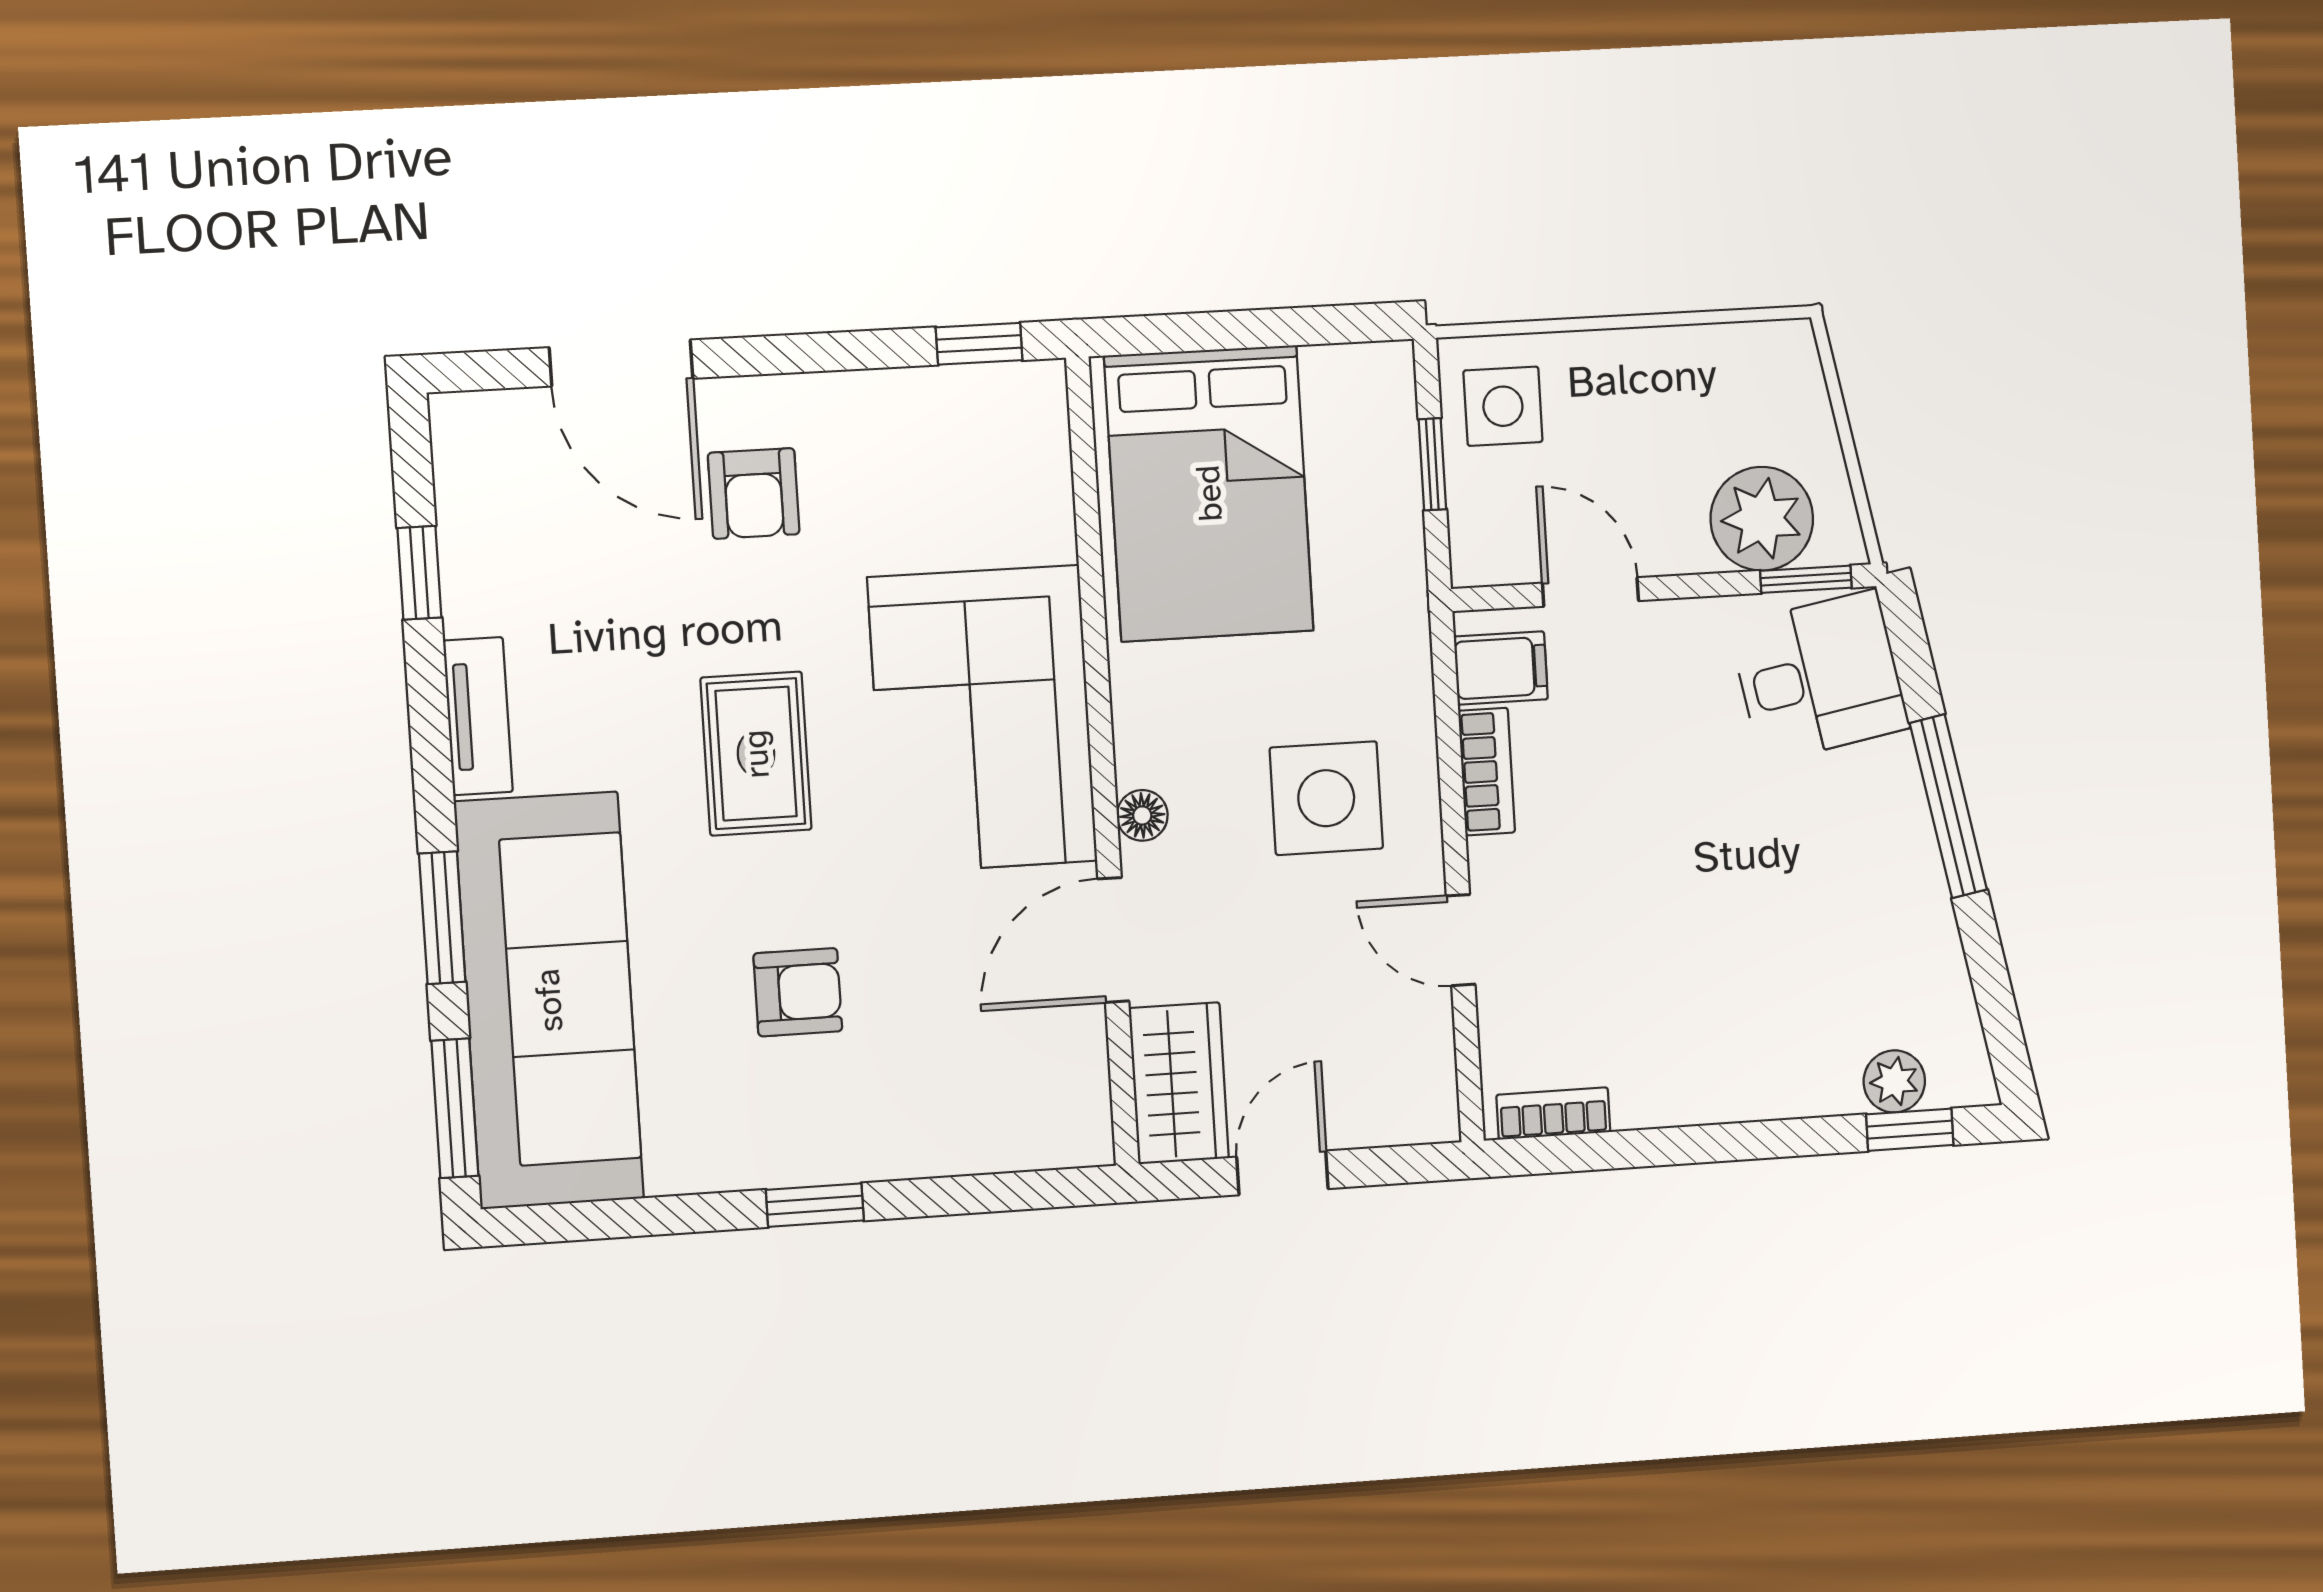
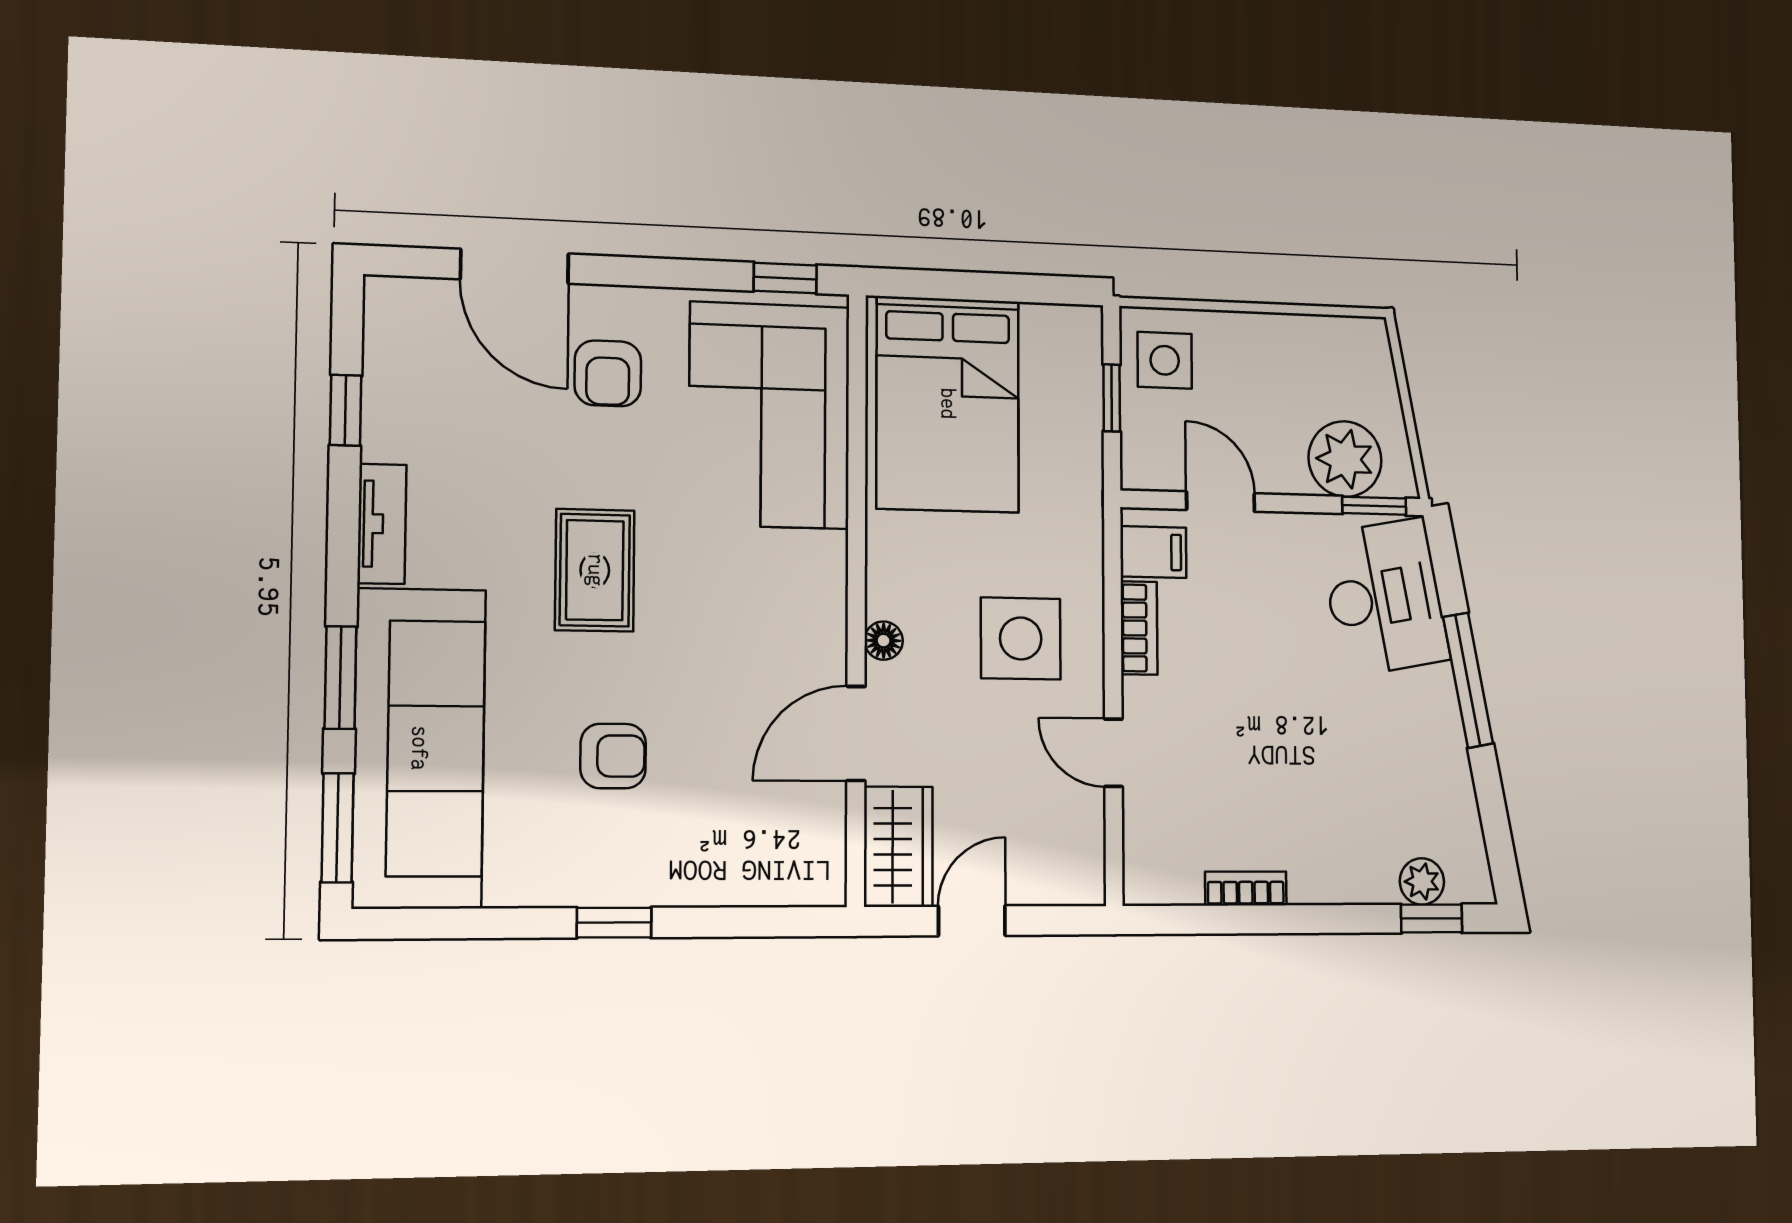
desk: (1819, 677) -> (1384, 597), width x1.37
corner sofa: (982, 719) -> (769, 415), moved
bookcase: (1553, 1113) -> (1246, 889), moved

